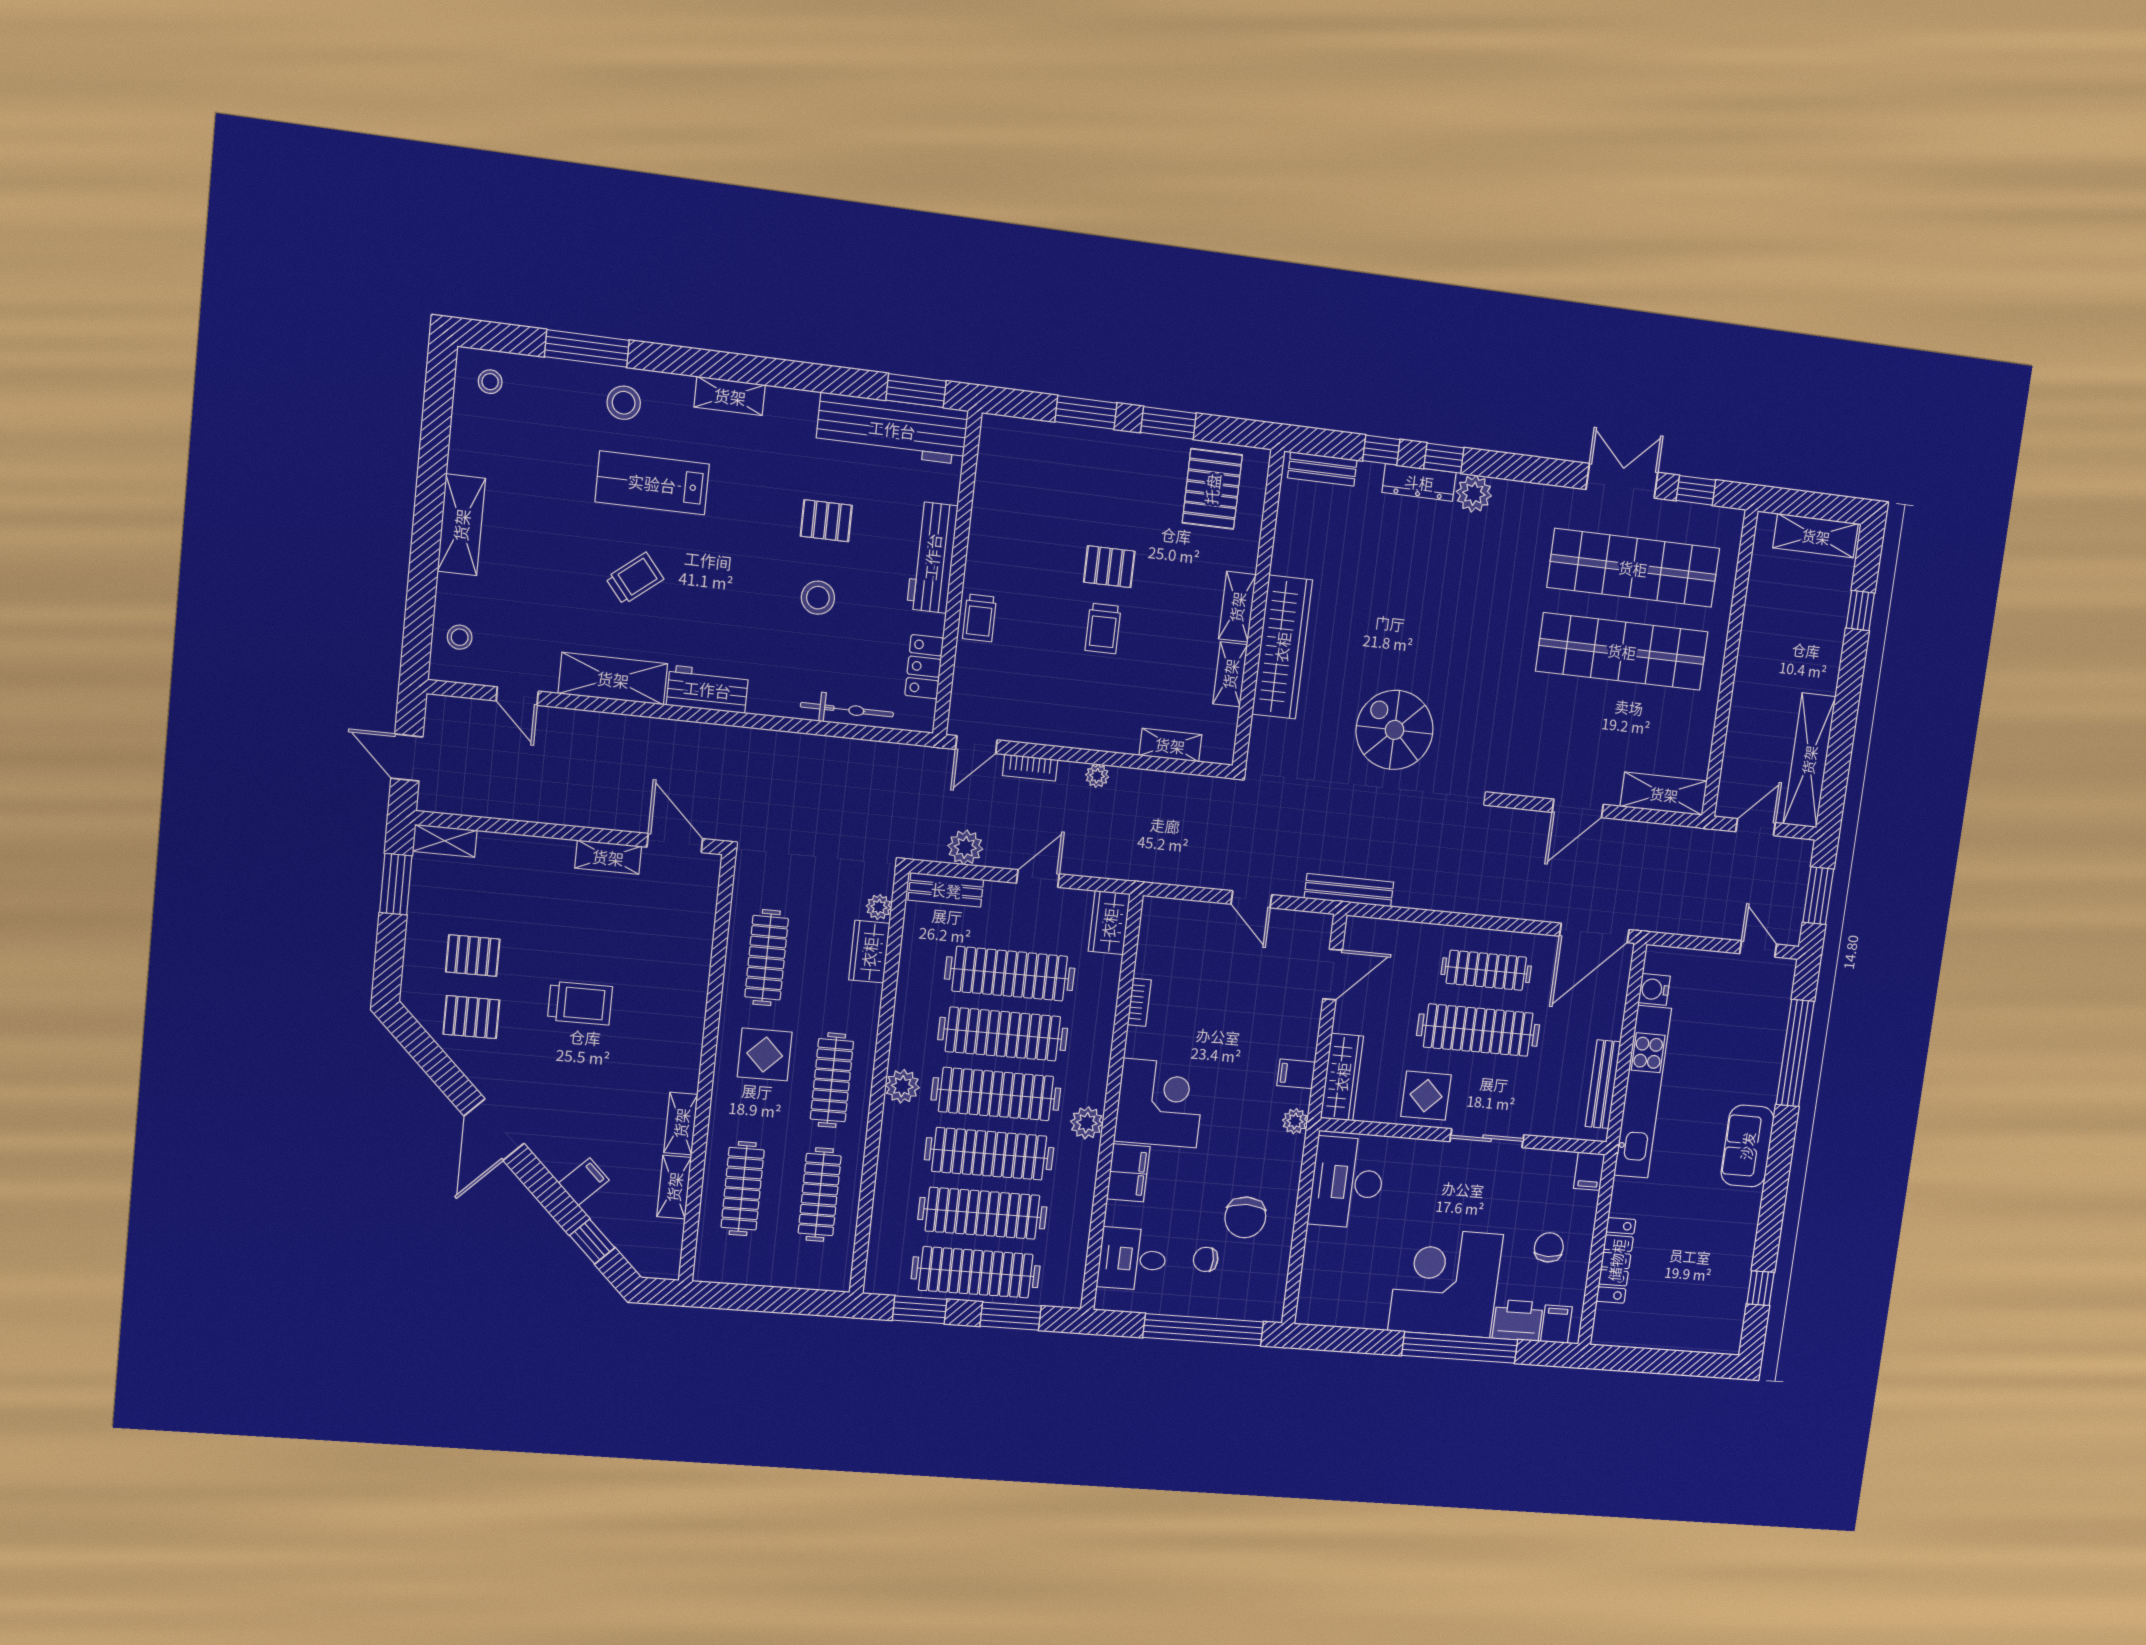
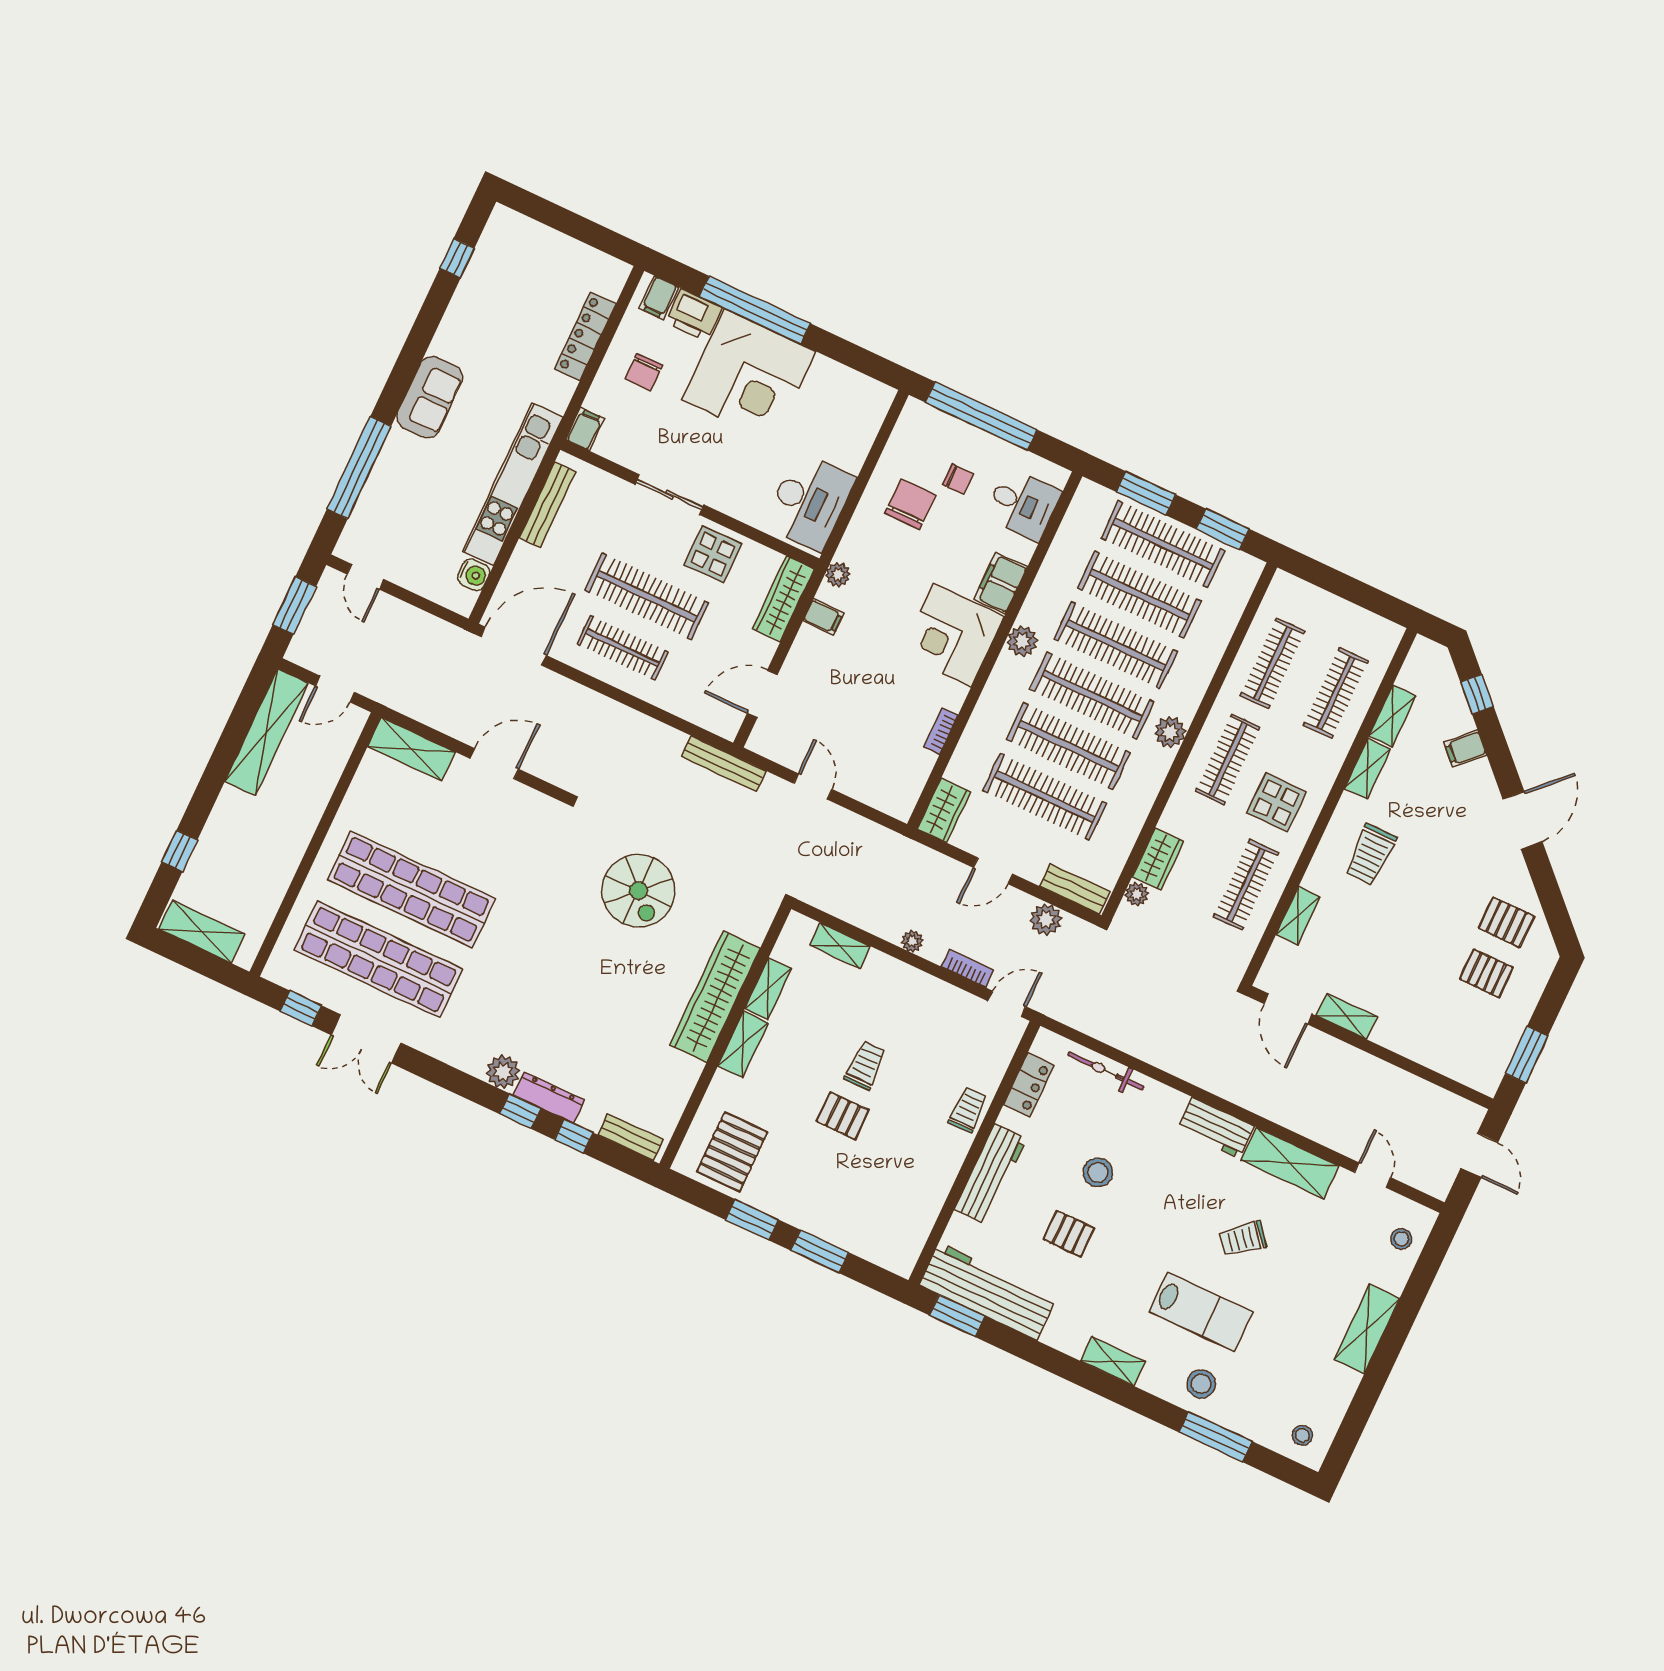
shelving: (445, 841) -> (1298, 916), moved, turned 90
trolley: (580, 1003) -> (1370, 855), moved, turned -90

